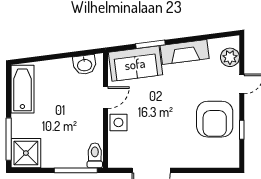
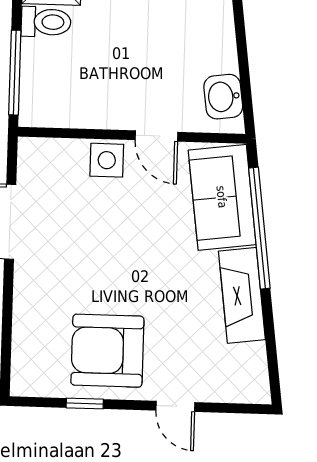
window: (150, 44) -> (259, 228), width x2.11
plant: (230, 57) -> (229, 385), removed
toilet: (95, 155) -> (46, 22), moved

